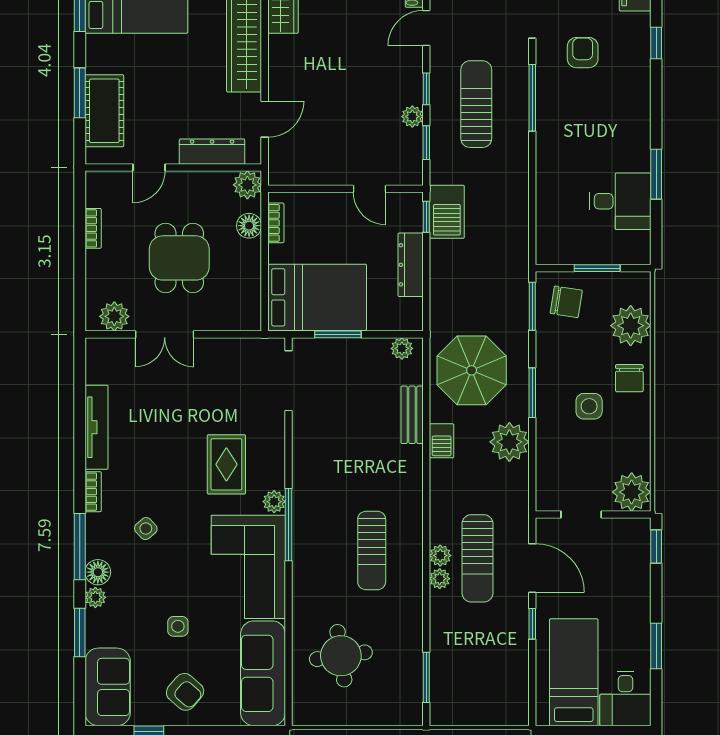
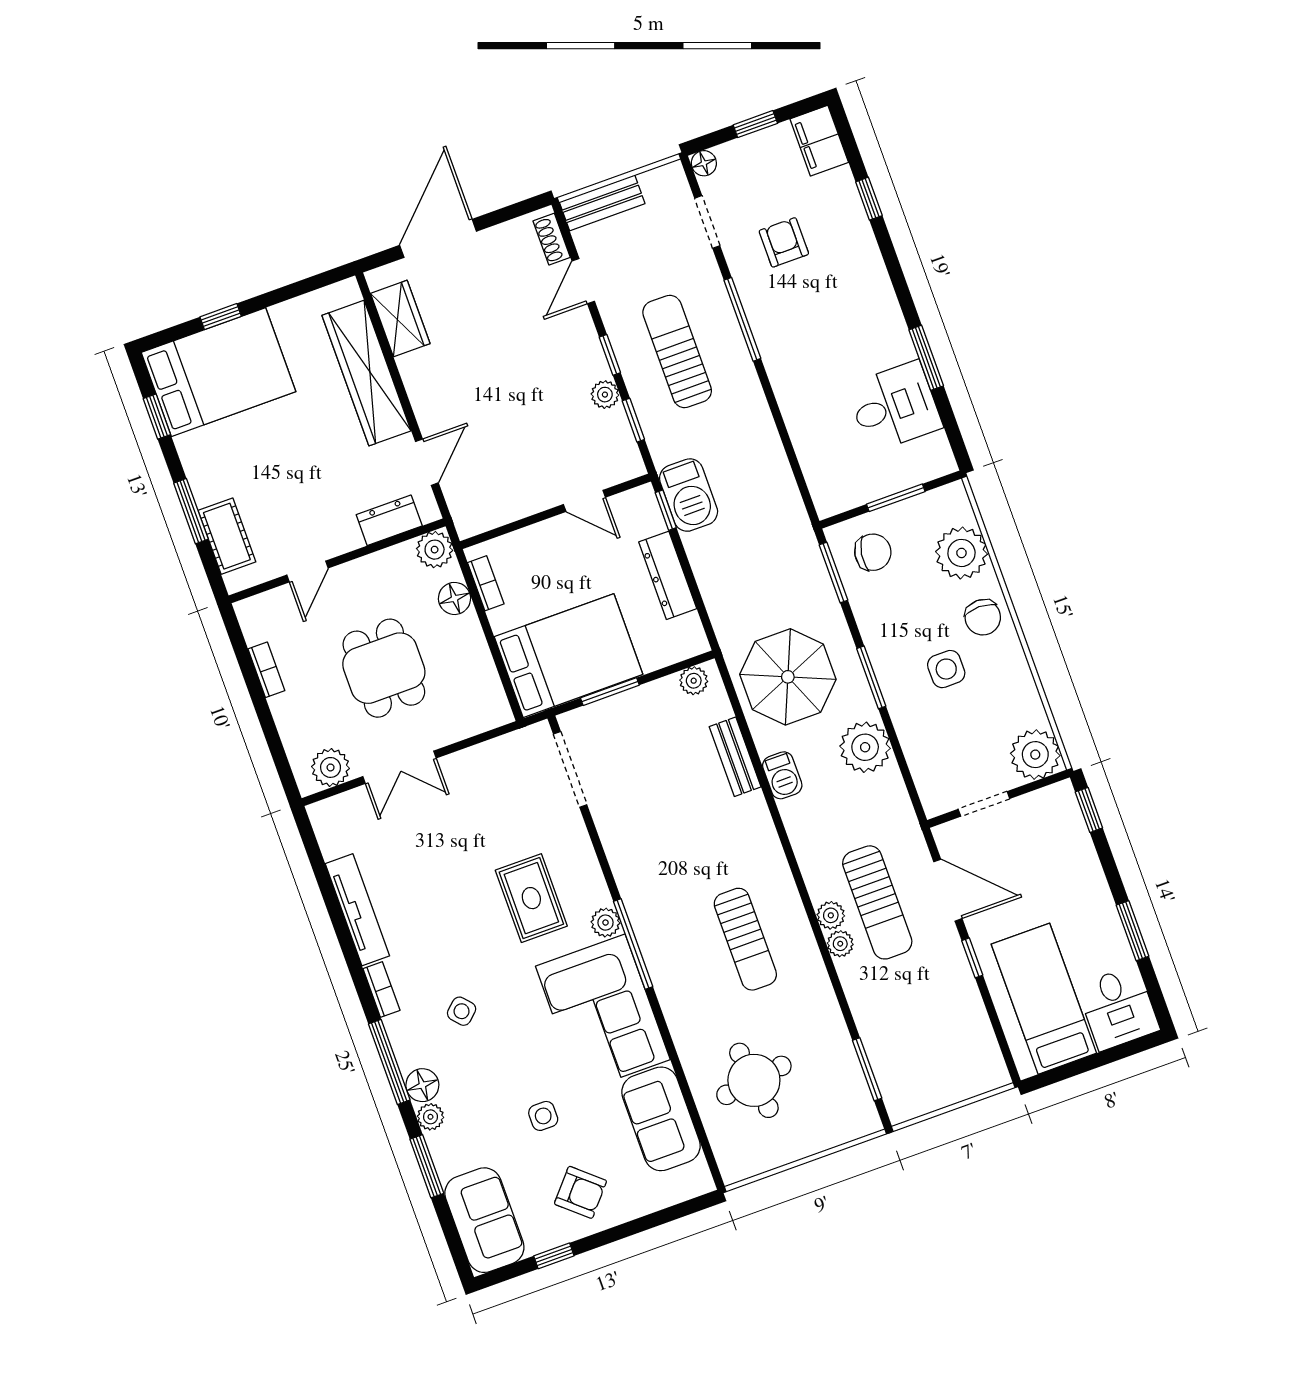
cot: (104, 111) -> (227, 536), width x0.73, depth x0.75
dresser: (212, 152) -> (389, 520), width x0.70
sofa: (263, 673) -> (661, 1119), width x0.73

